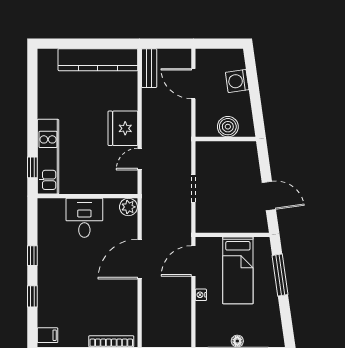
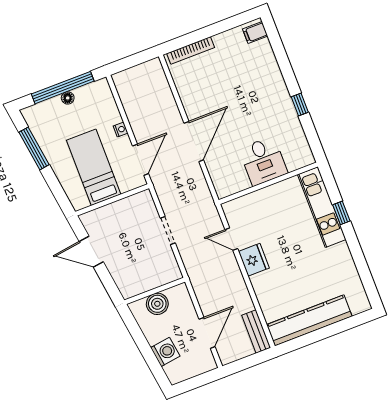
door: (193, 84) -> (207, 333), hinge flipped
fridge: (123, 128) -> (254, 260), width x0.73, depth x0.75
door: (140, 159) -> (231, 239), swing flipped
window: (32, 167) -> (341, 213), moved
plant: (128, 207) -> (224, 188), removed
window: (280, 275) -> (34, 148), moved
window: (32, 296) -> (285, 65), removed

